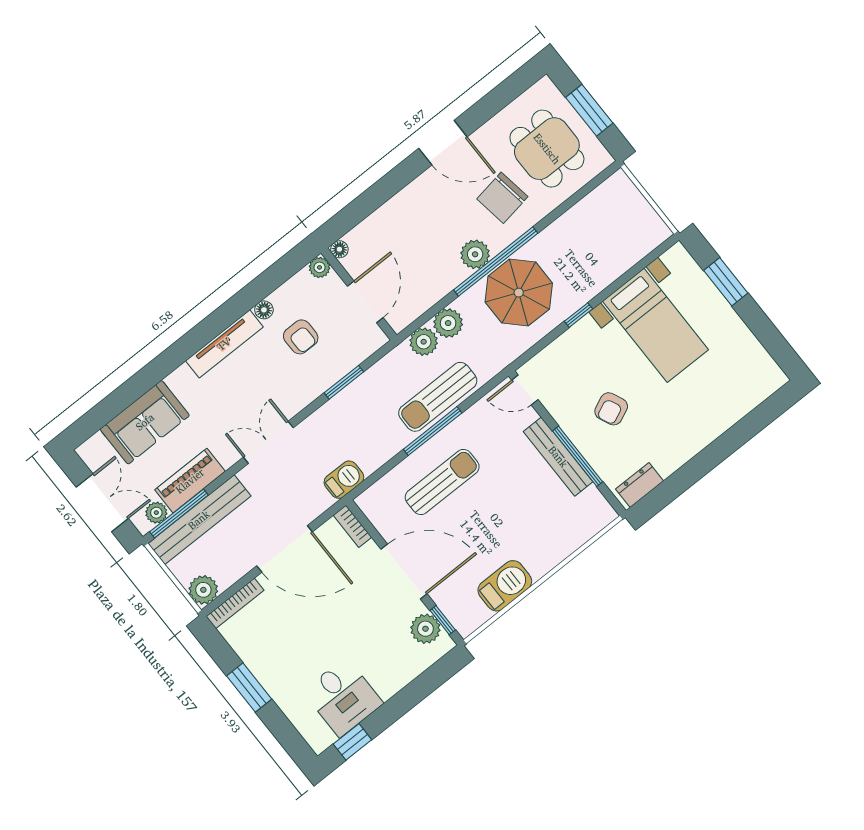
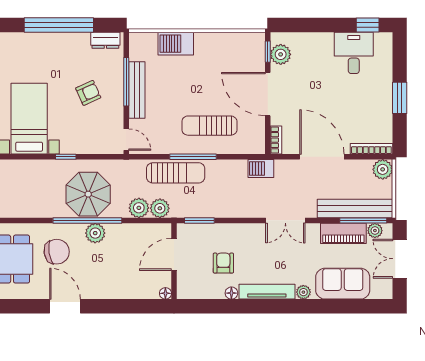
plant: (320, 267) -> (303, 292), moved
window: (344, 382) -> (199, 220), moved
window: (707, 460) -> (59, 25), added
barbecue: (505, 586) -> (176, 44), moved

